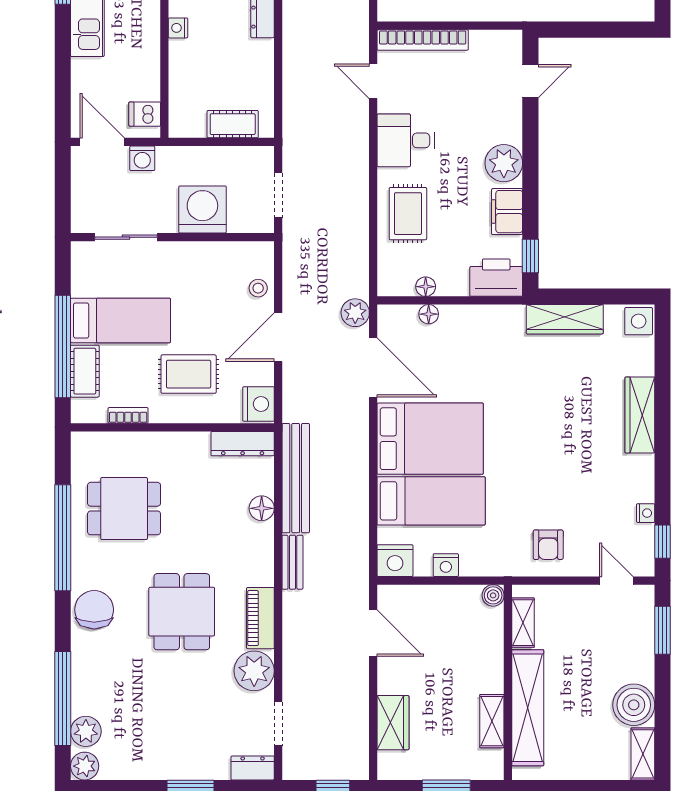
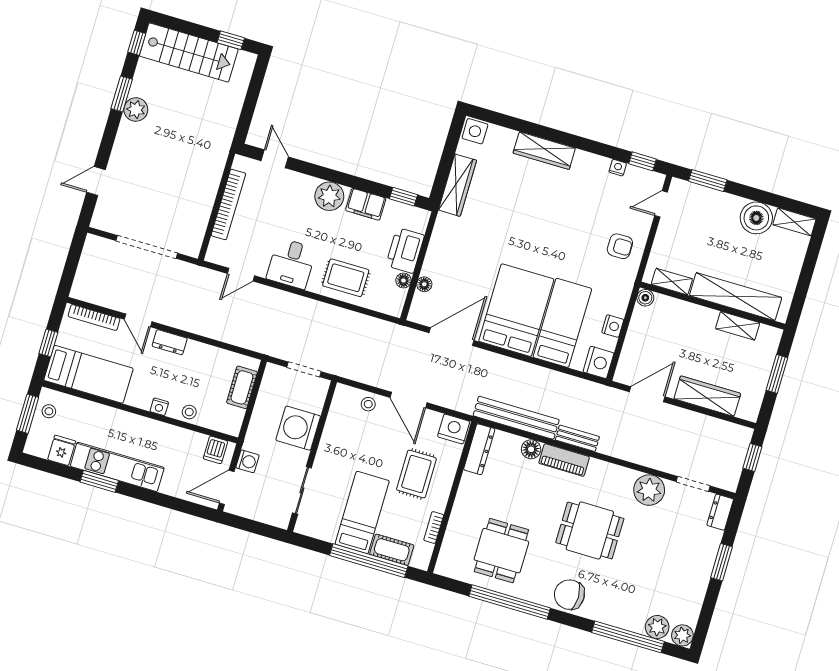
bookcase: (423, 40) -> (228, 204), moved
stool: (182, 67) -> (189, 412), added
printer: (496, 278) -> (405, 250), moved
plant: (355, 313) -> (407, 338), removed
piano: (260, 618) -> (564, 460), moved
wardrobe: (393, 723) -> (707, 396), width x1.50

